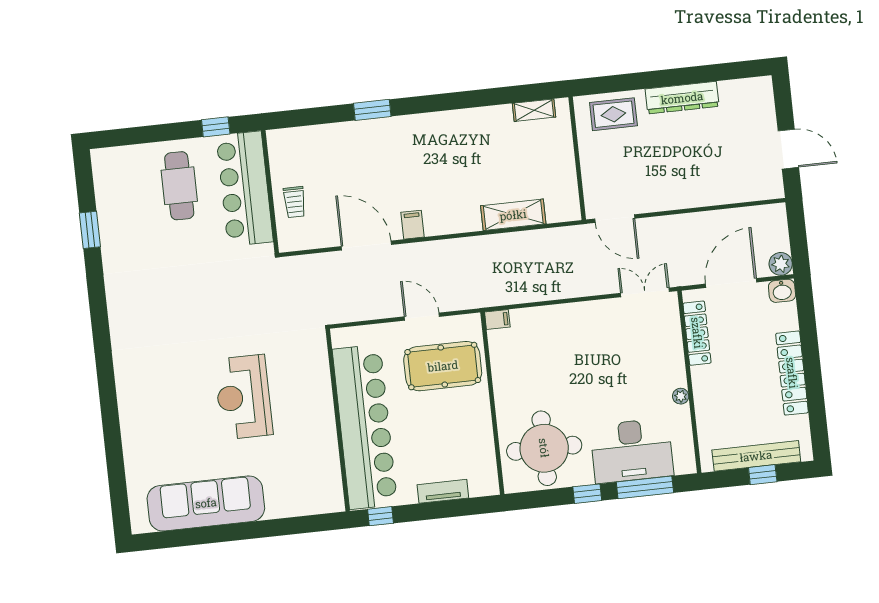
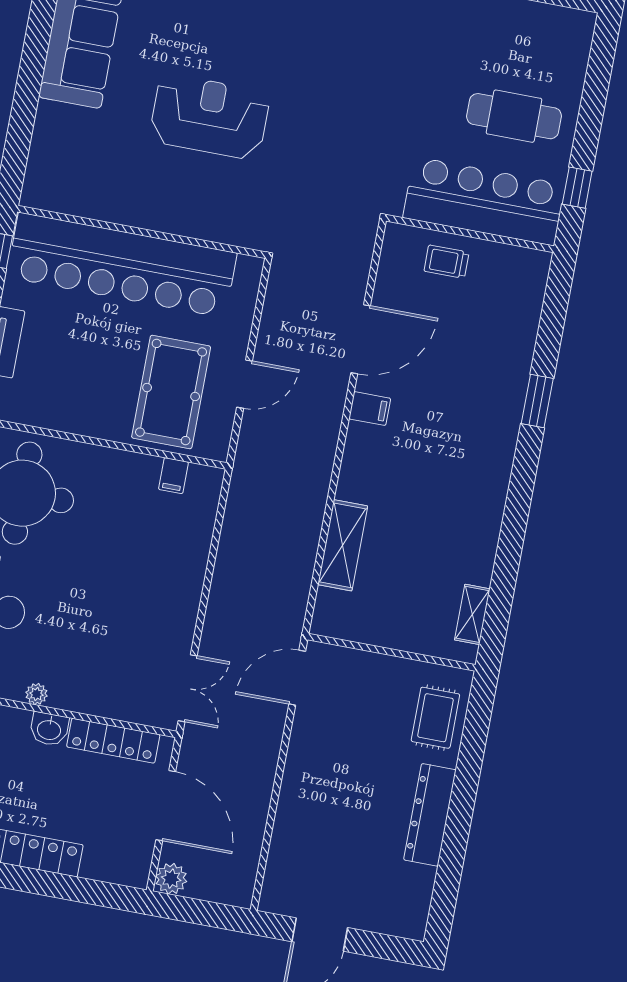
washbasin: (782, 291) -> (49, 729), moved, turned -90
filing cabinet: (497, 320) -> (173, 476), moved

